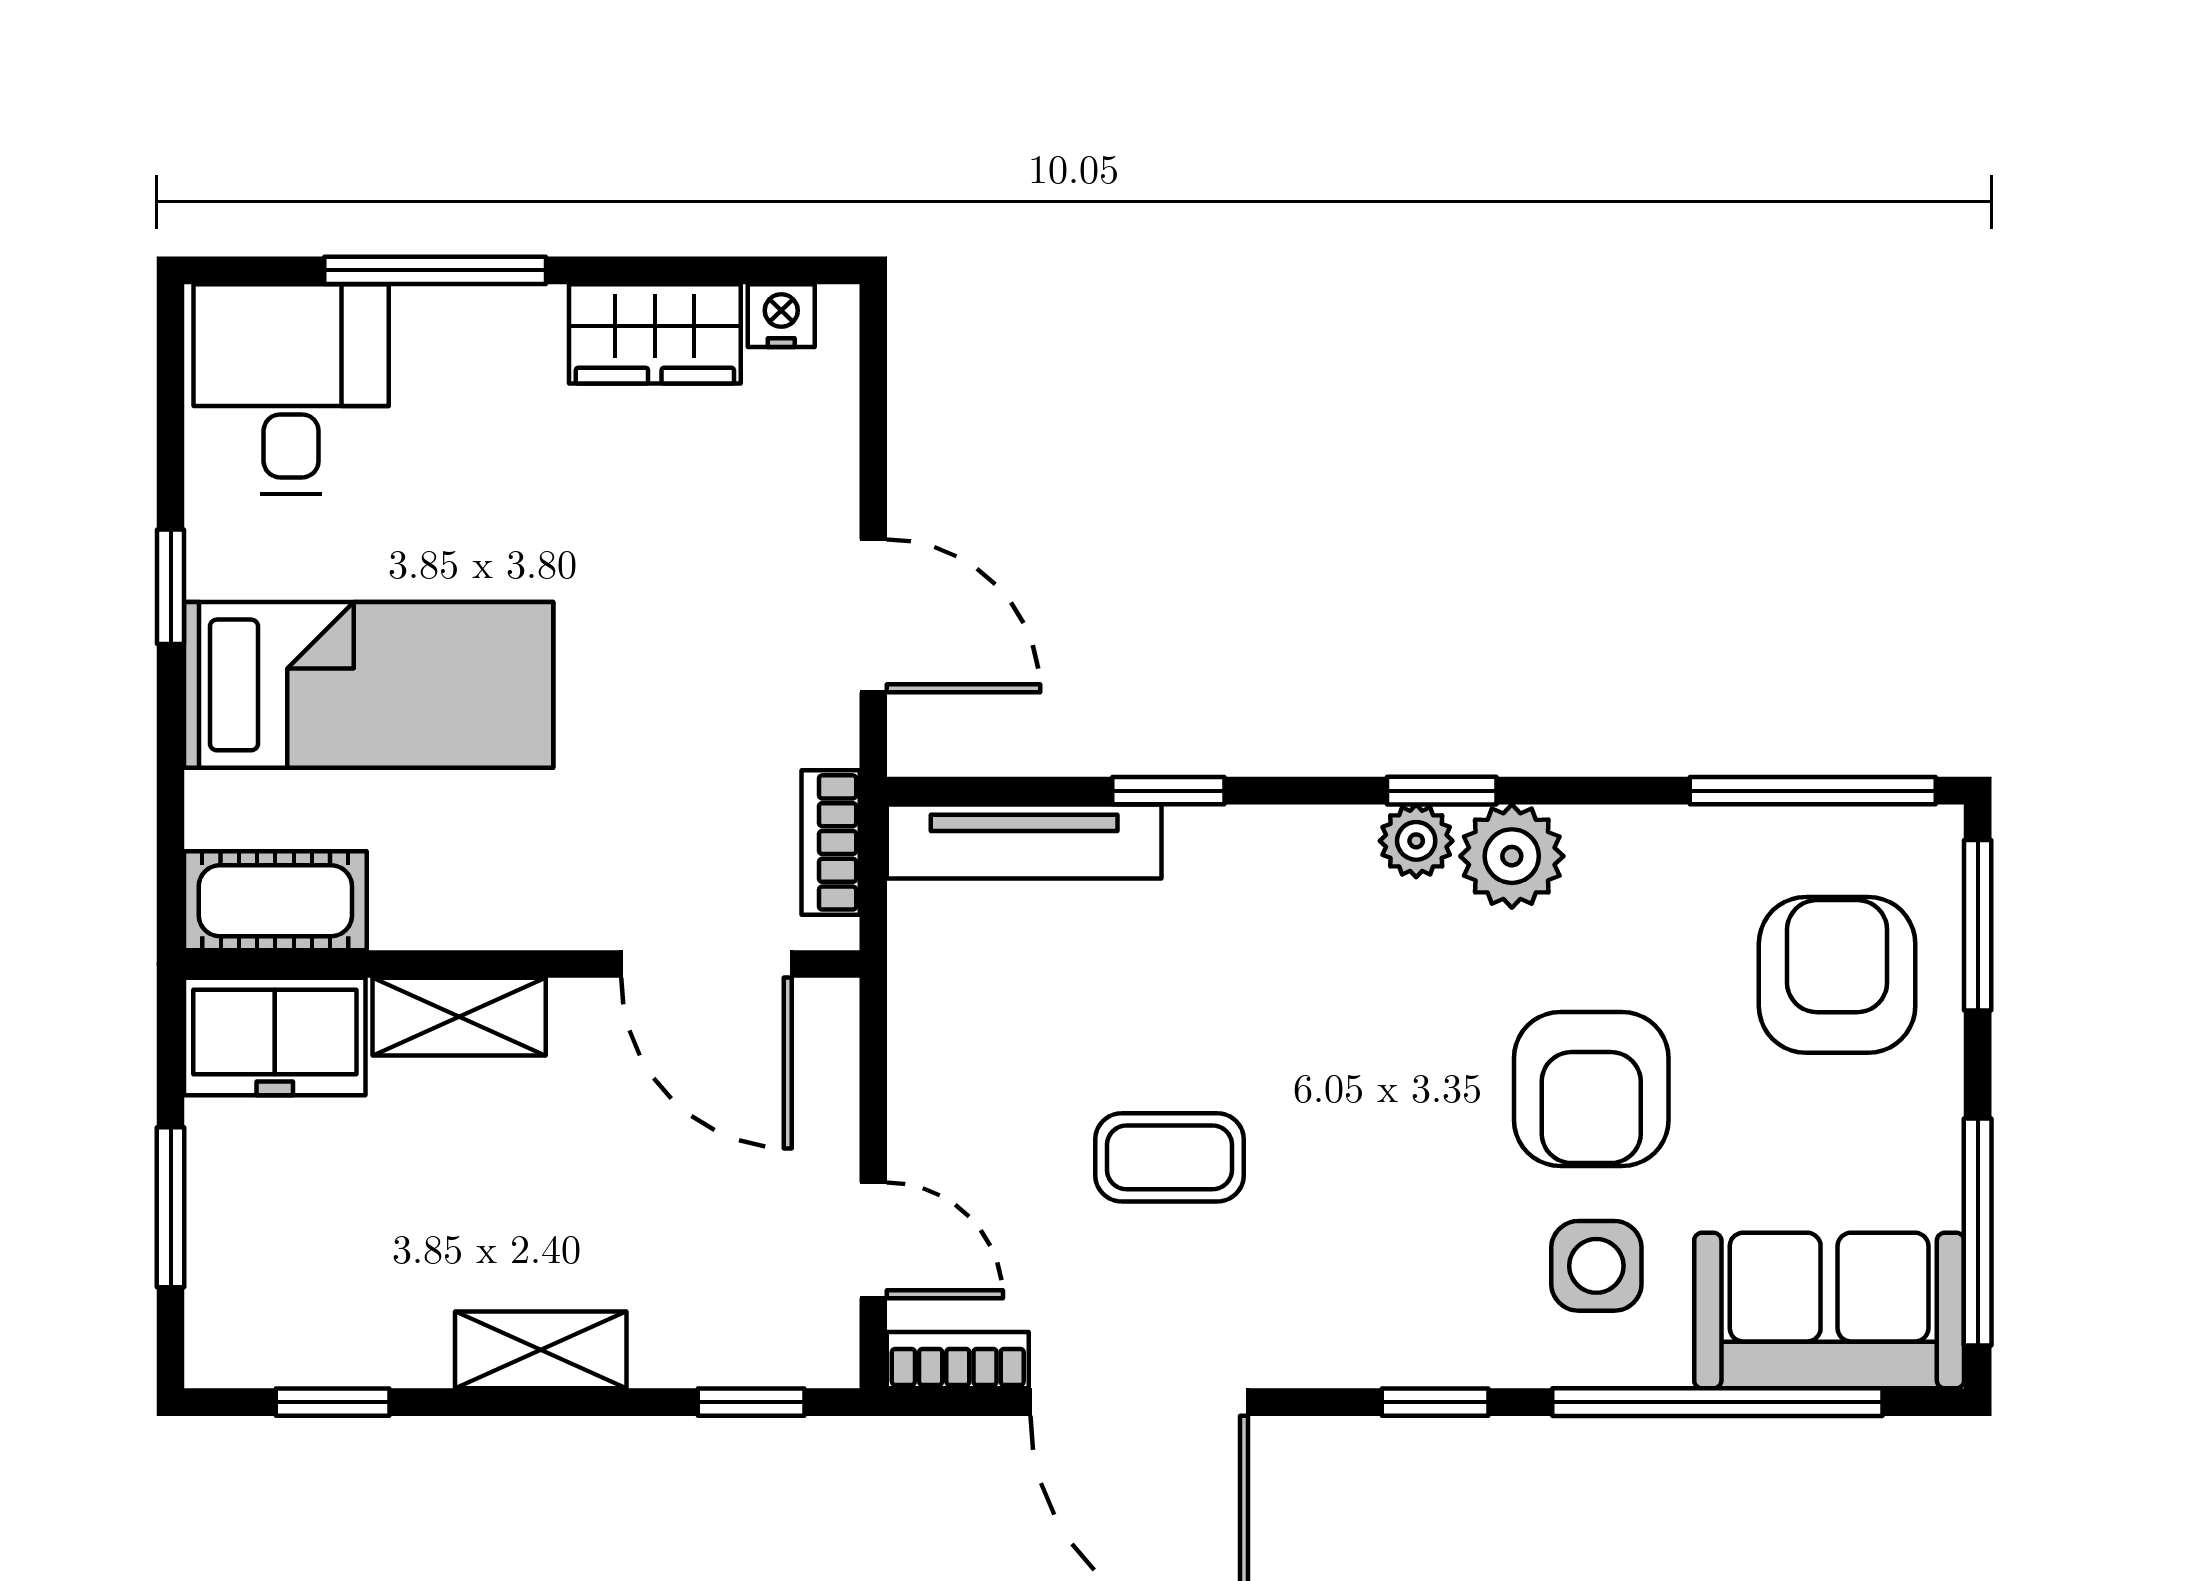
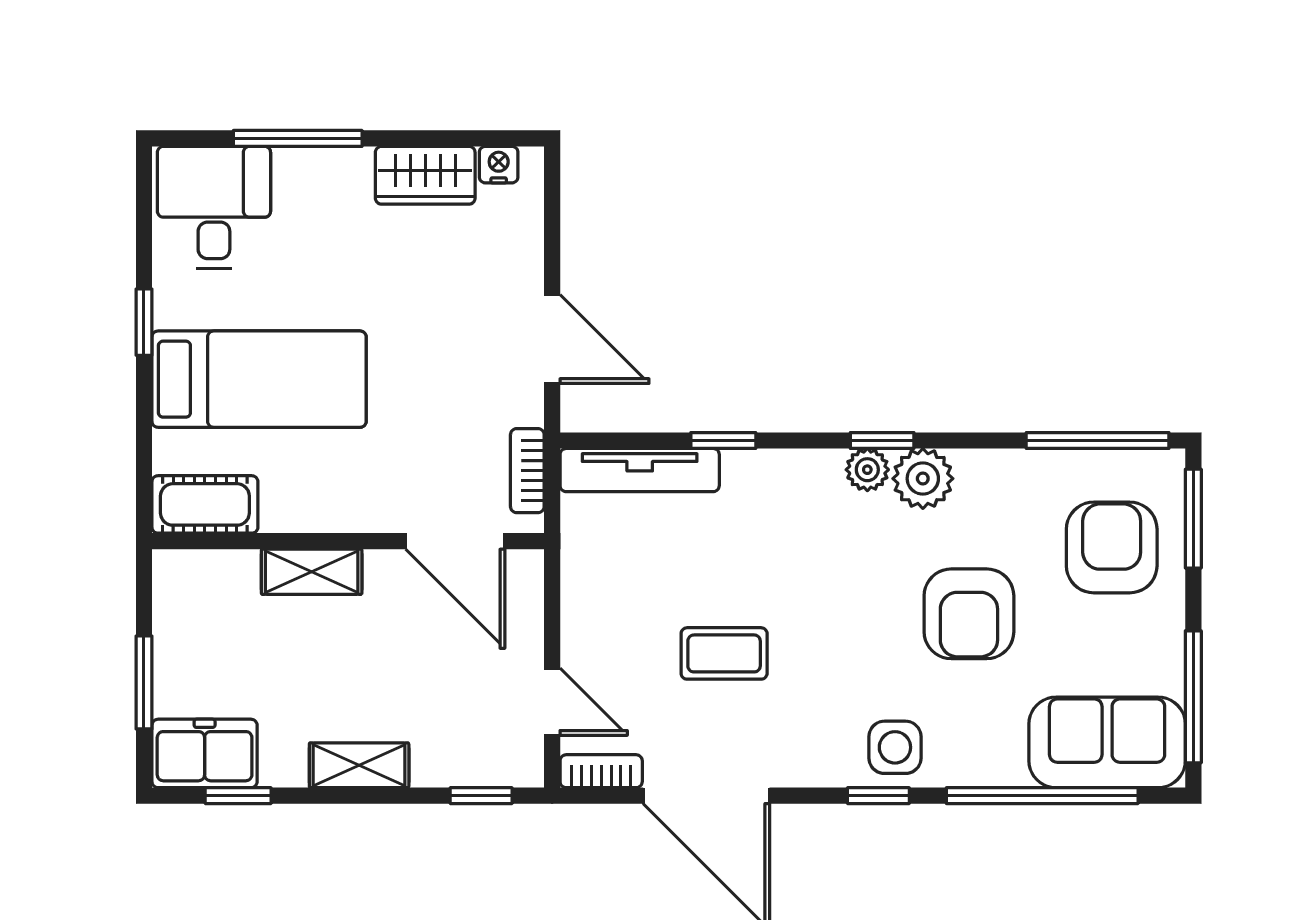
freezer: (275, 1037) -> (205, 753), moved, turned 180
side table: (1596, 1266) -> (895, 747), moved

